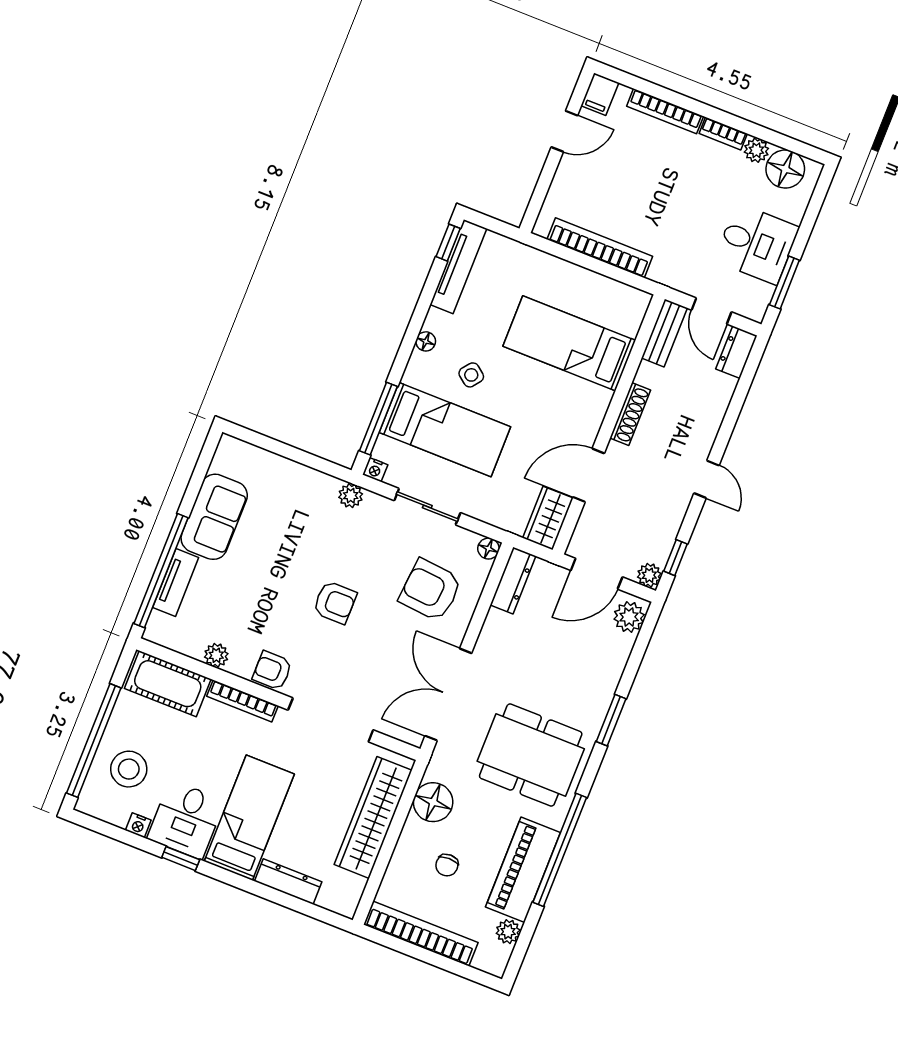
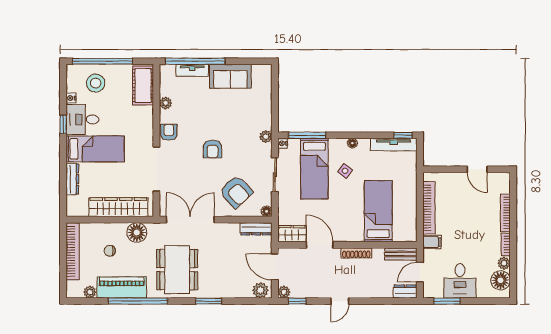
filing cabinet: (600, 94) -> (432, 242), moved, turned 180
armchair: (430, 590) -> (236, 192), turned 132
bookcase: (242, 701) -> (149, 124), removed

